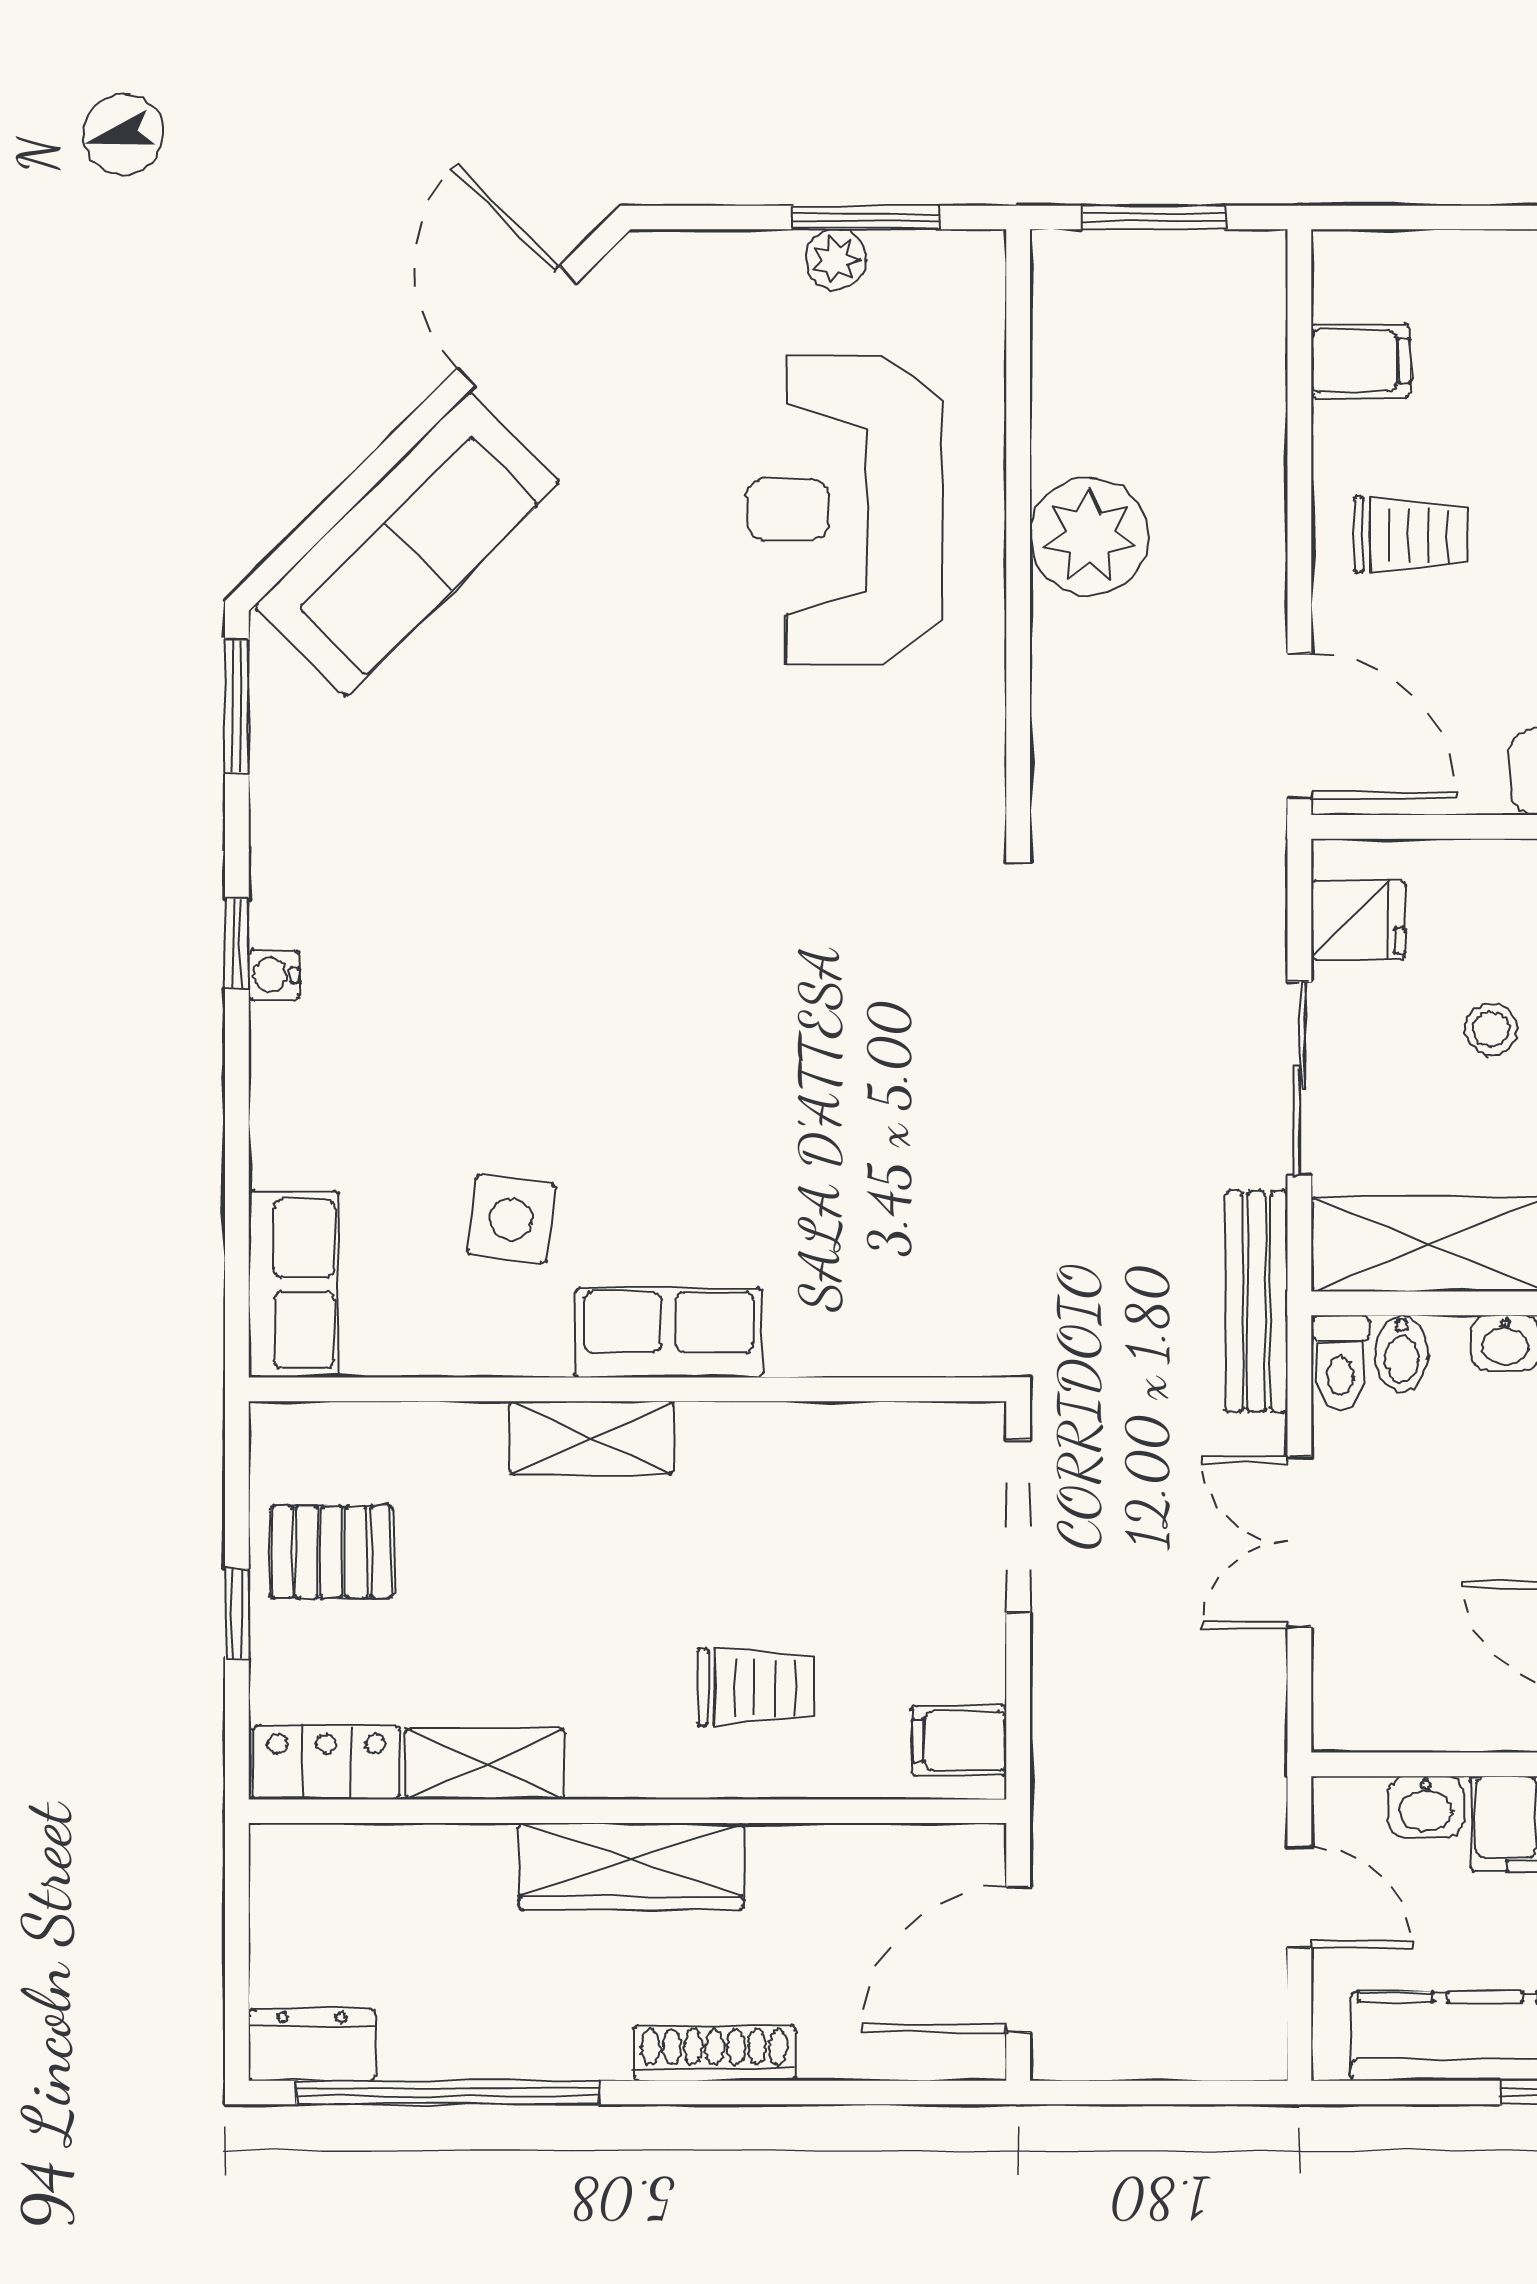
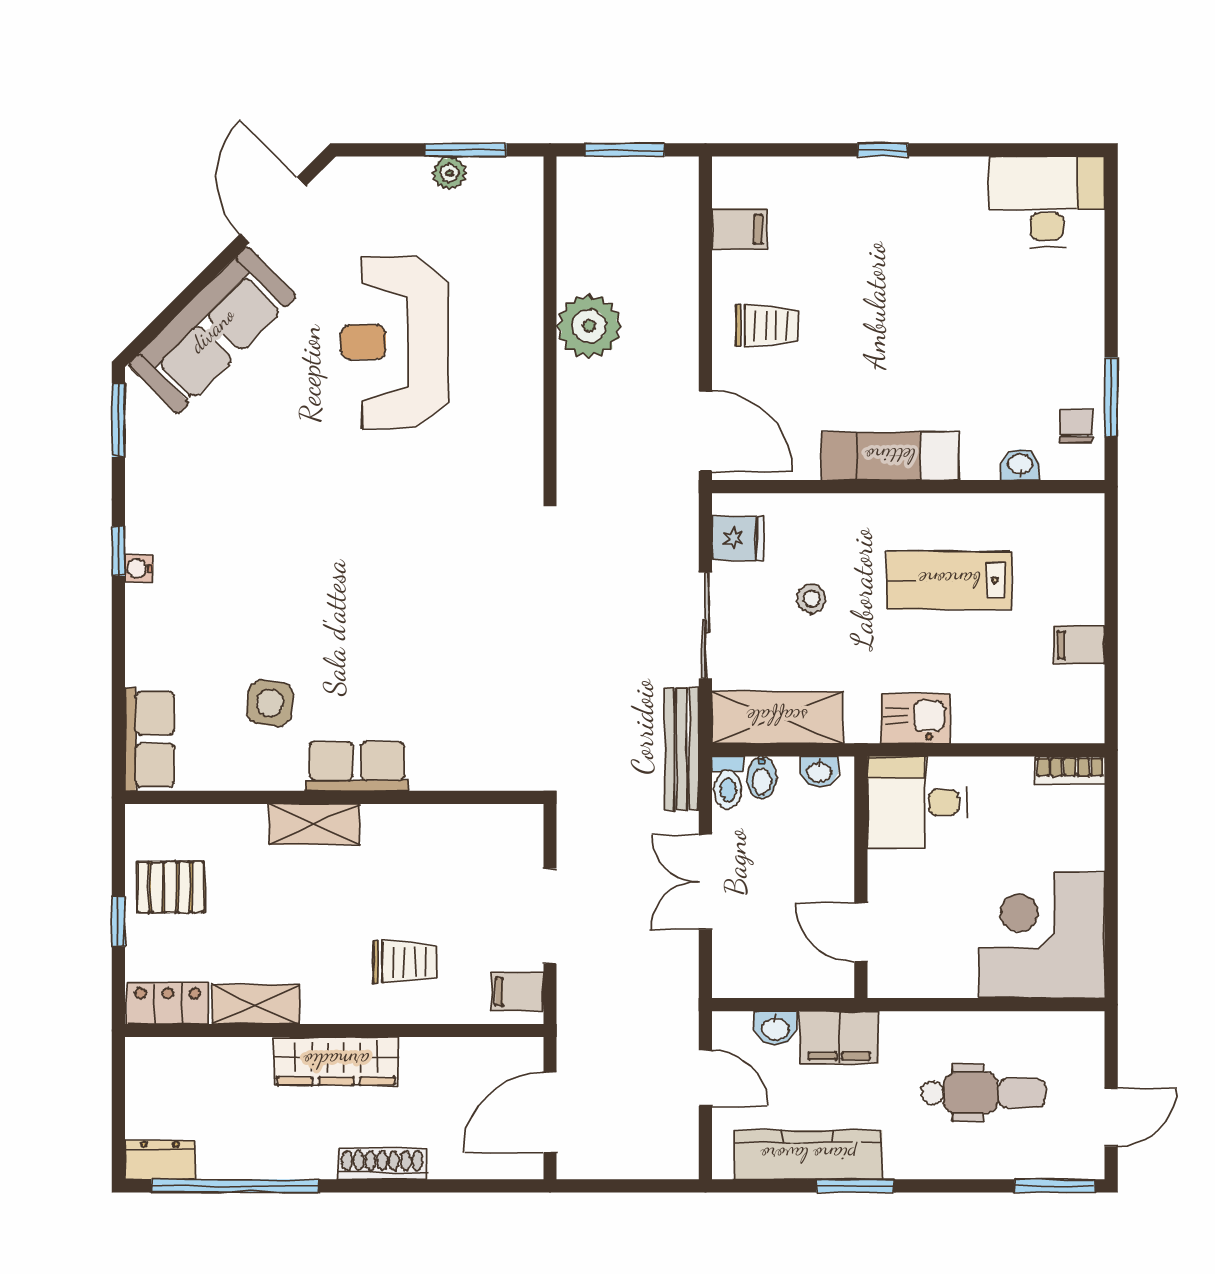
reception desk: (844, 509) -> (395, 342), moved
doorway: (1018, 1527) -> (550, 916), moved

